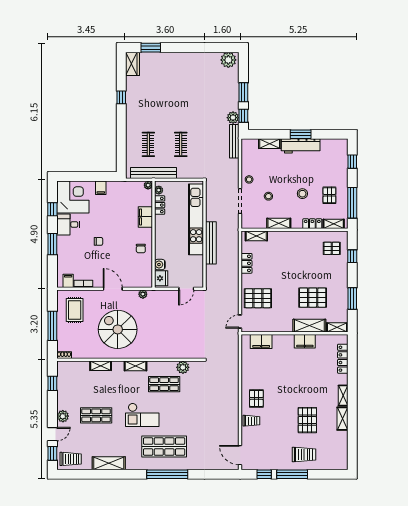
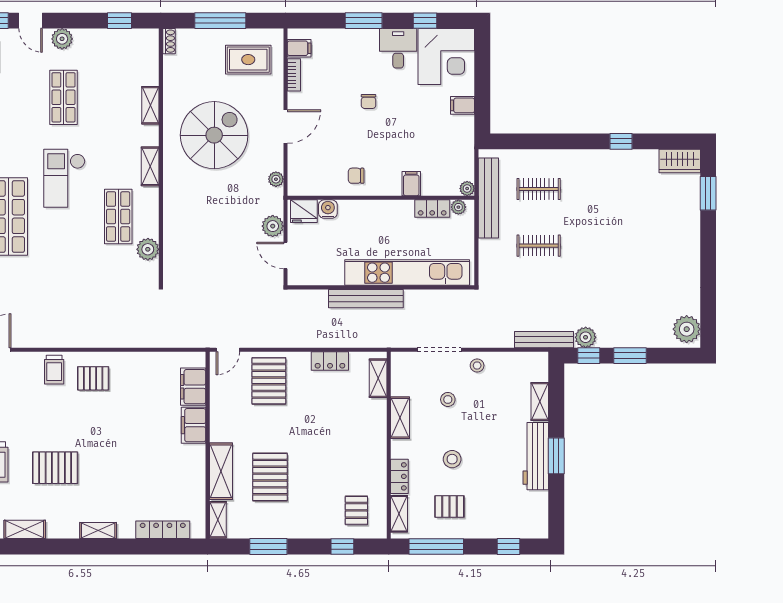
filing cabinet: (145, 217) -> (411, 184), width x0.50
plant: (170, 296) -> (273, 226), added
door: (240, 322) -> (228, 350), swing flipped
filing cabinet: (305, 341) -> (194, 425), moved
shelving: (343, 419) -> (25, 529), moved

